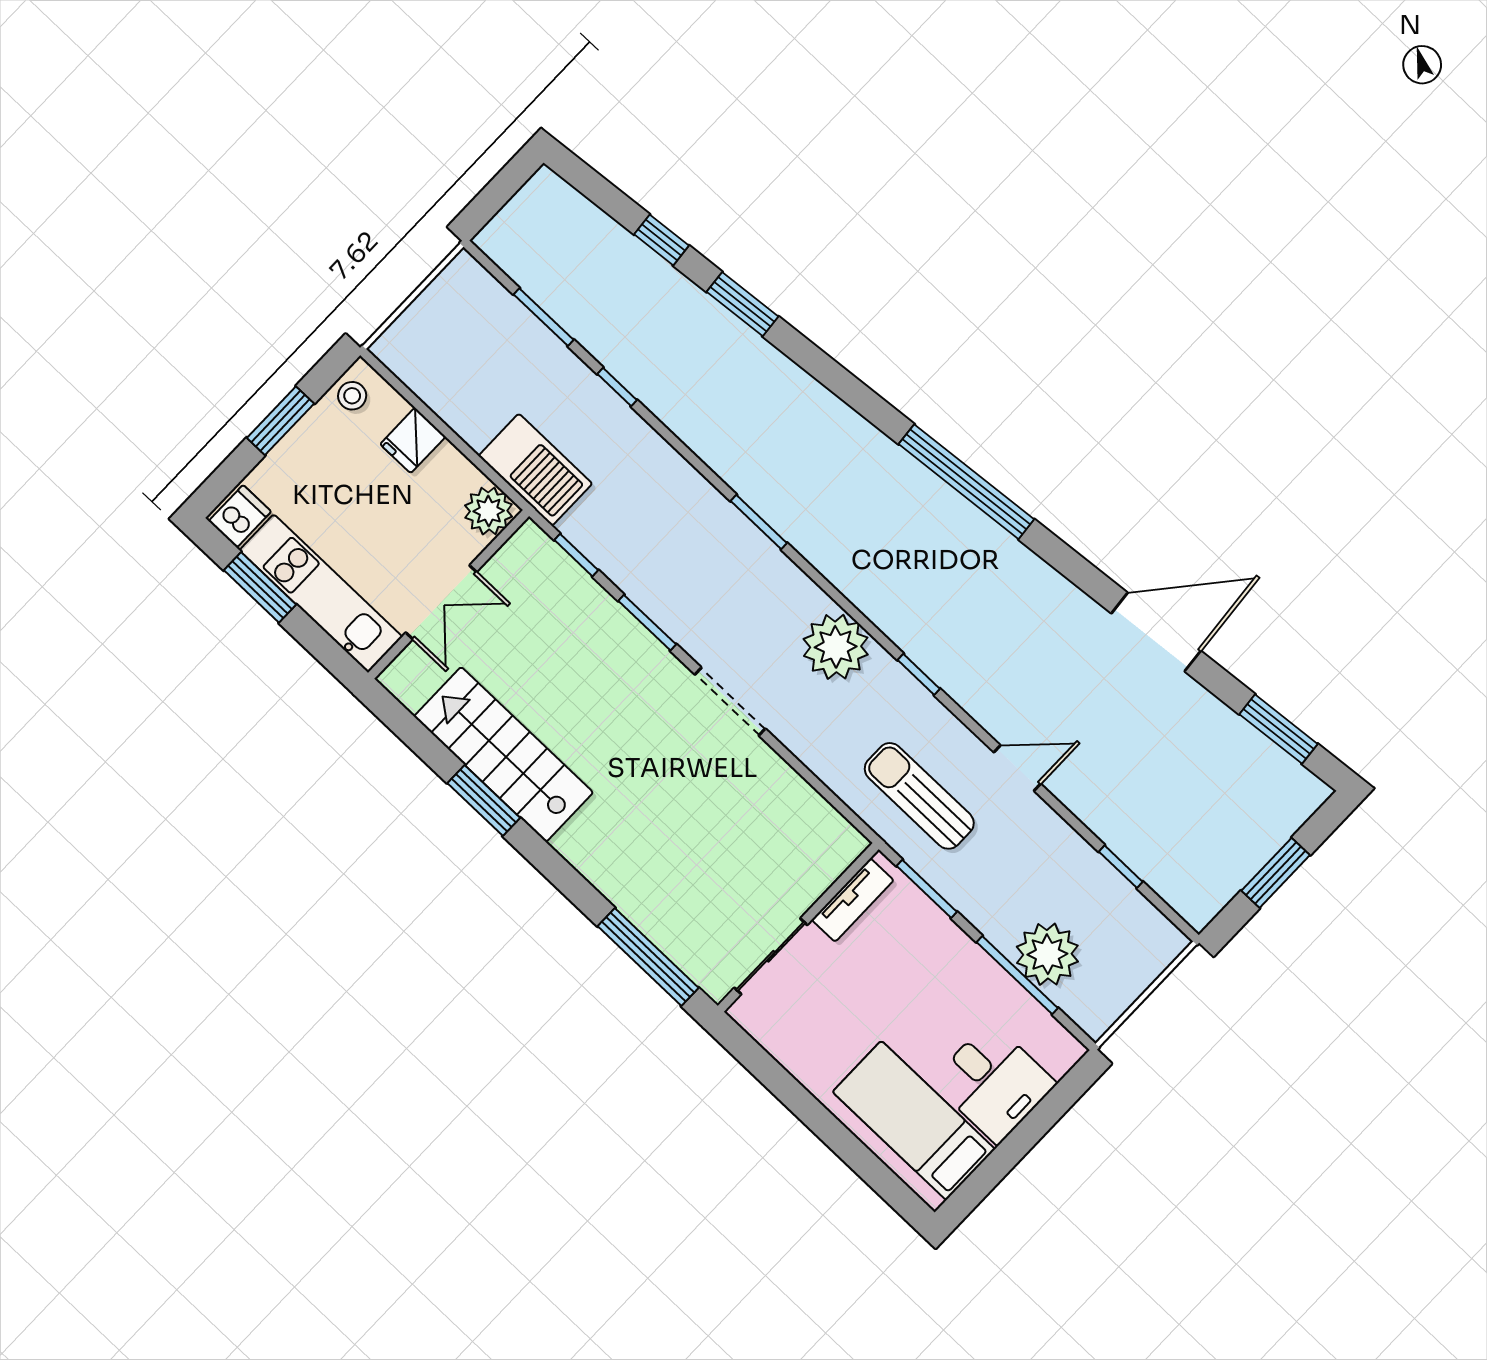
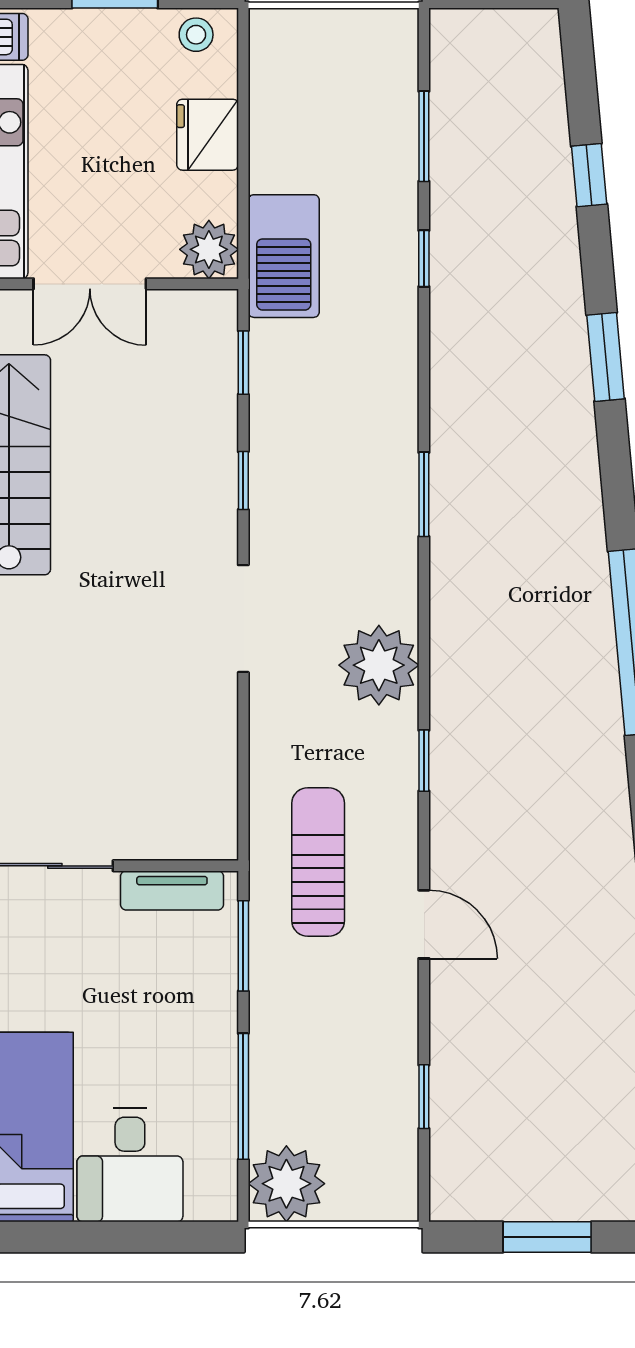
window: (742, 304) -> (606, 357), moved
fridge: (413, 440) -> (208, 135), width x1.38
window: (647, 623) -> (243, 481), width x0.67
plant: (1047, 954) -> (286, 1184), moved

